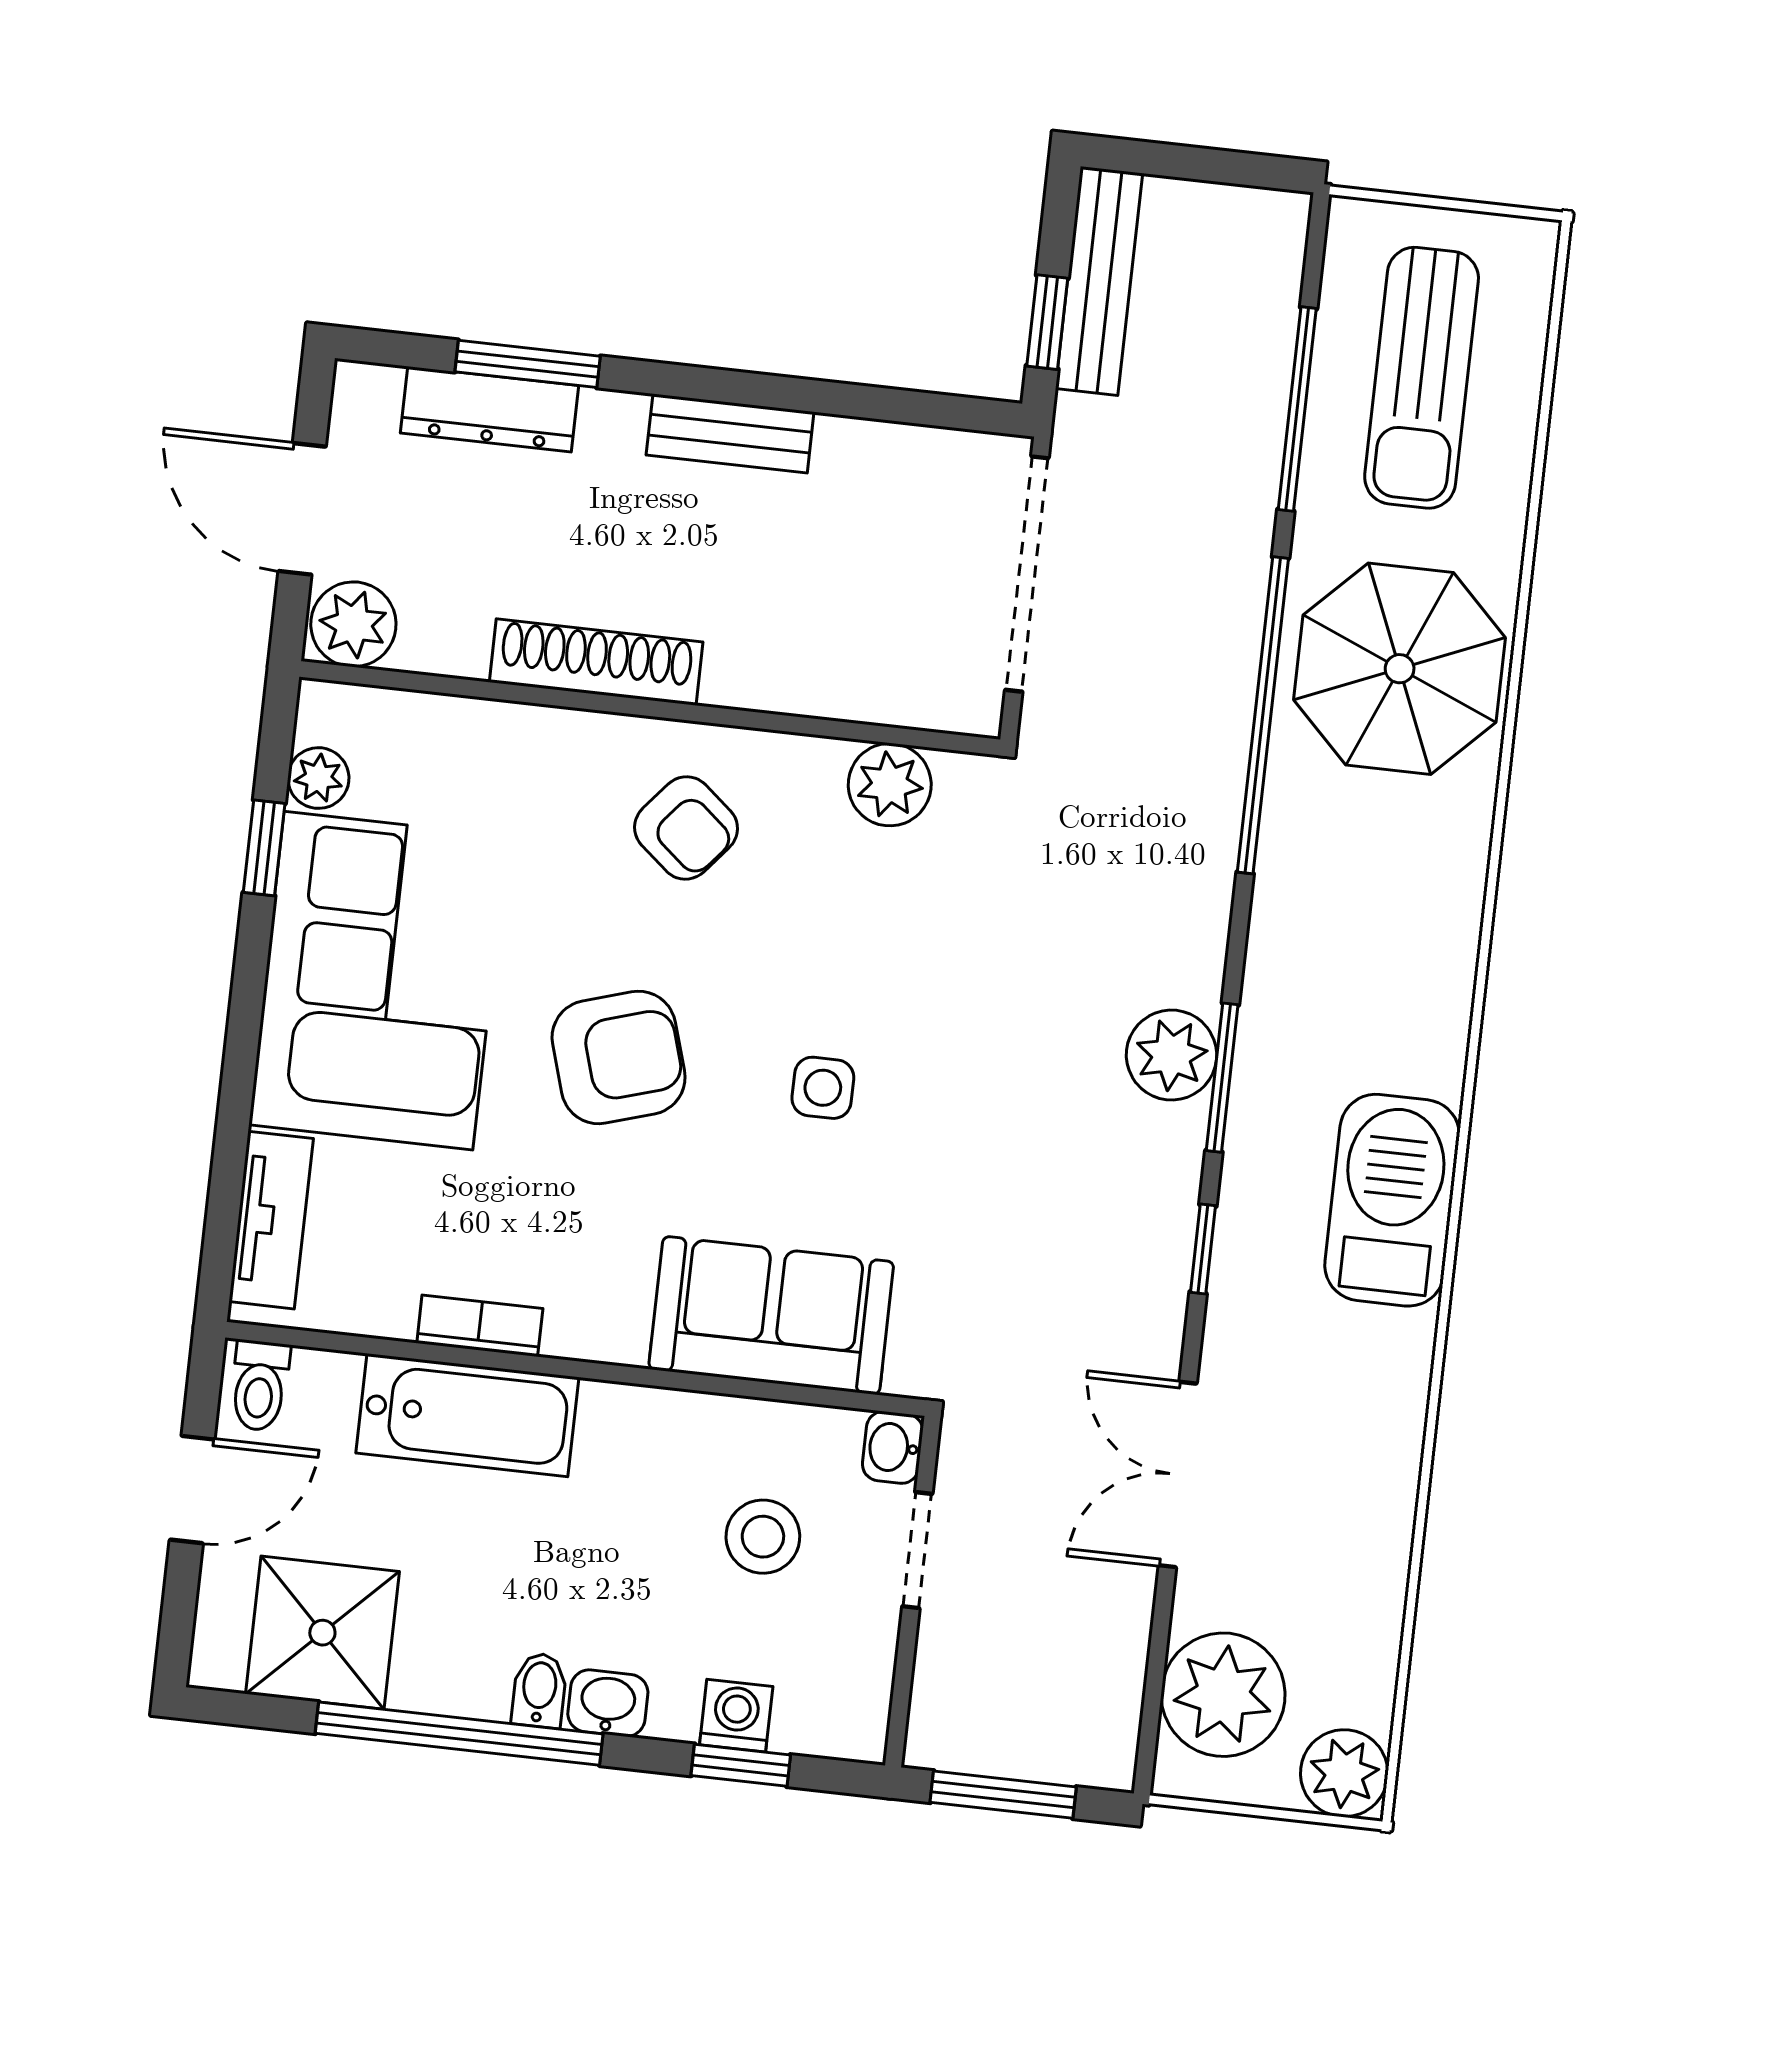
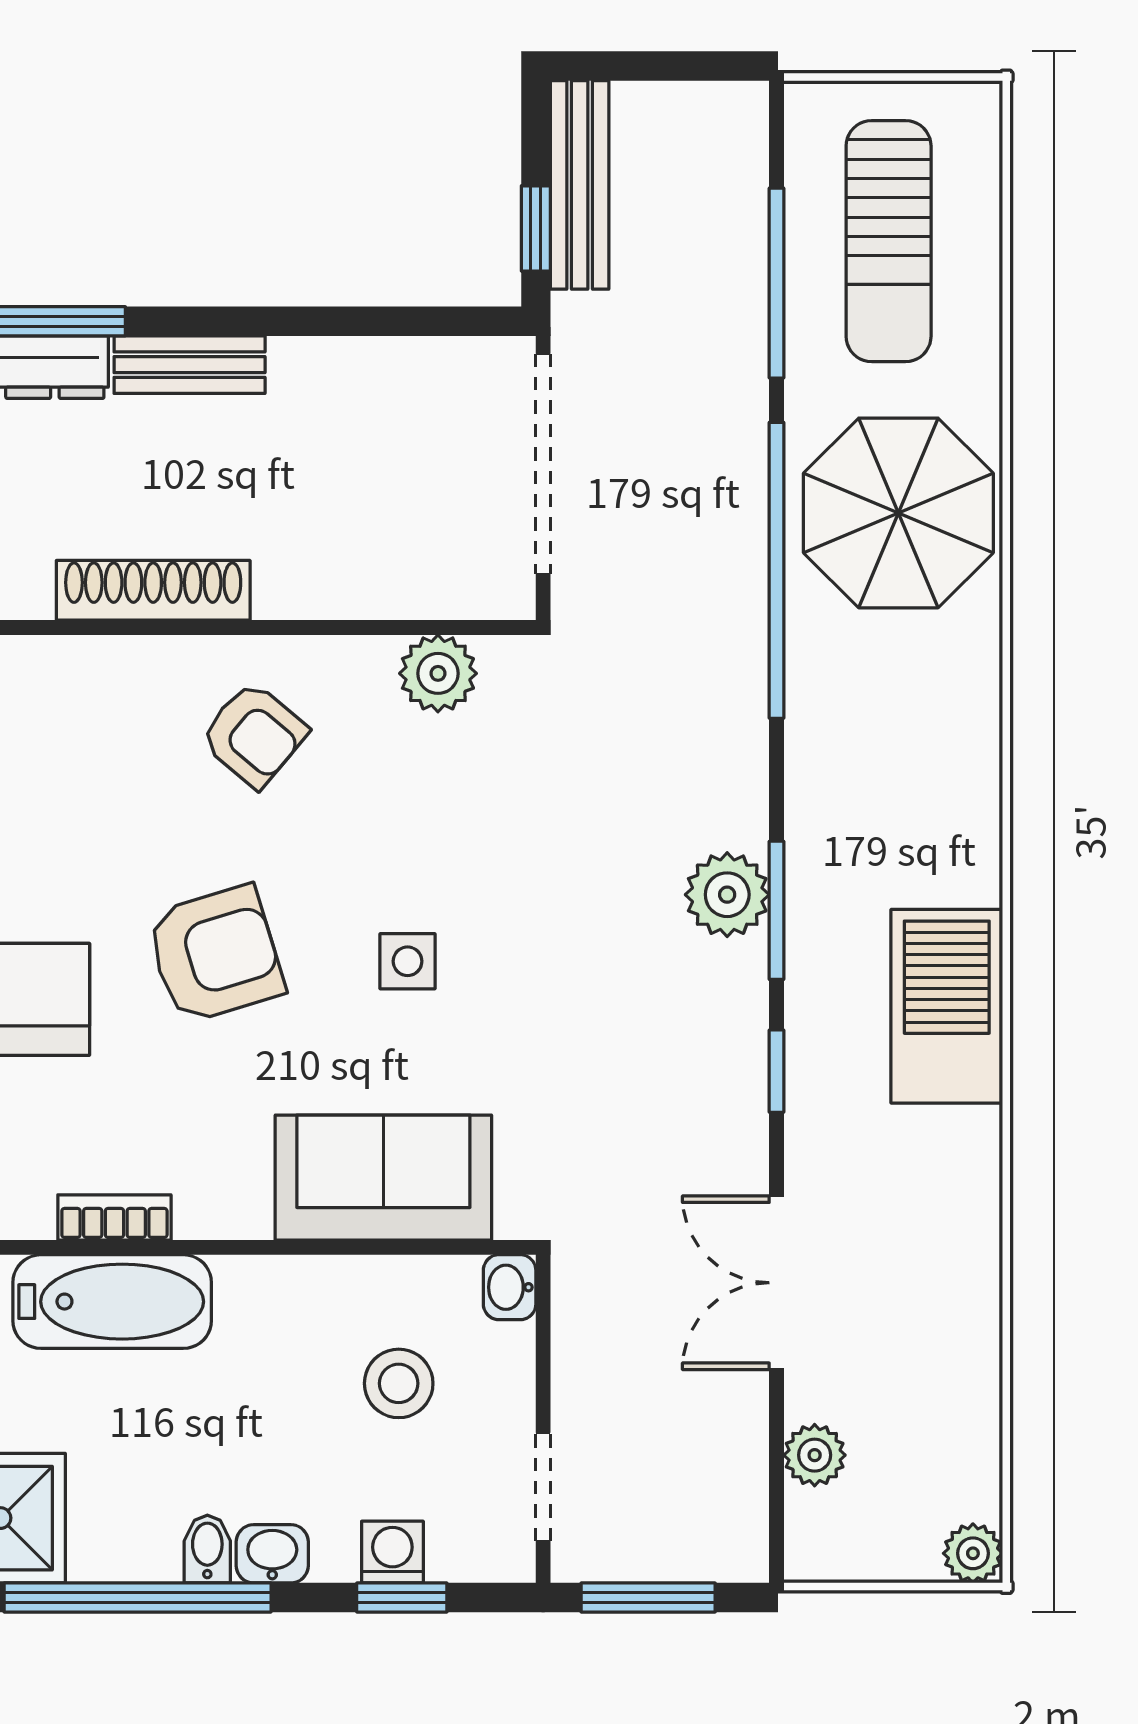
bench: (730, 434) -> (190, 365), moved
doorway: (917, 1550) -> (543, 1487), moved
plant: (1223, 1695) -> (815, 1455), width x0.53, depth x0.53
plant: (1344, 1773) -> (973, 1553), width x0.73, depth x0.73

